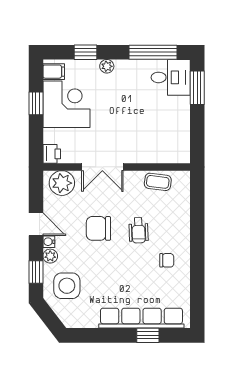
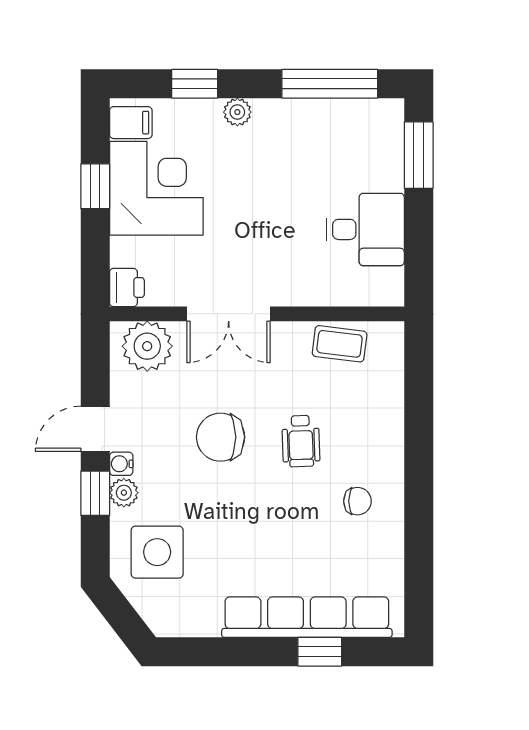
desk: (171, 77) -> (365, 229), moved
door: (36, 224) -> (95, 429), swing flipped
window: (36, 272) -> (95, 493), moved

